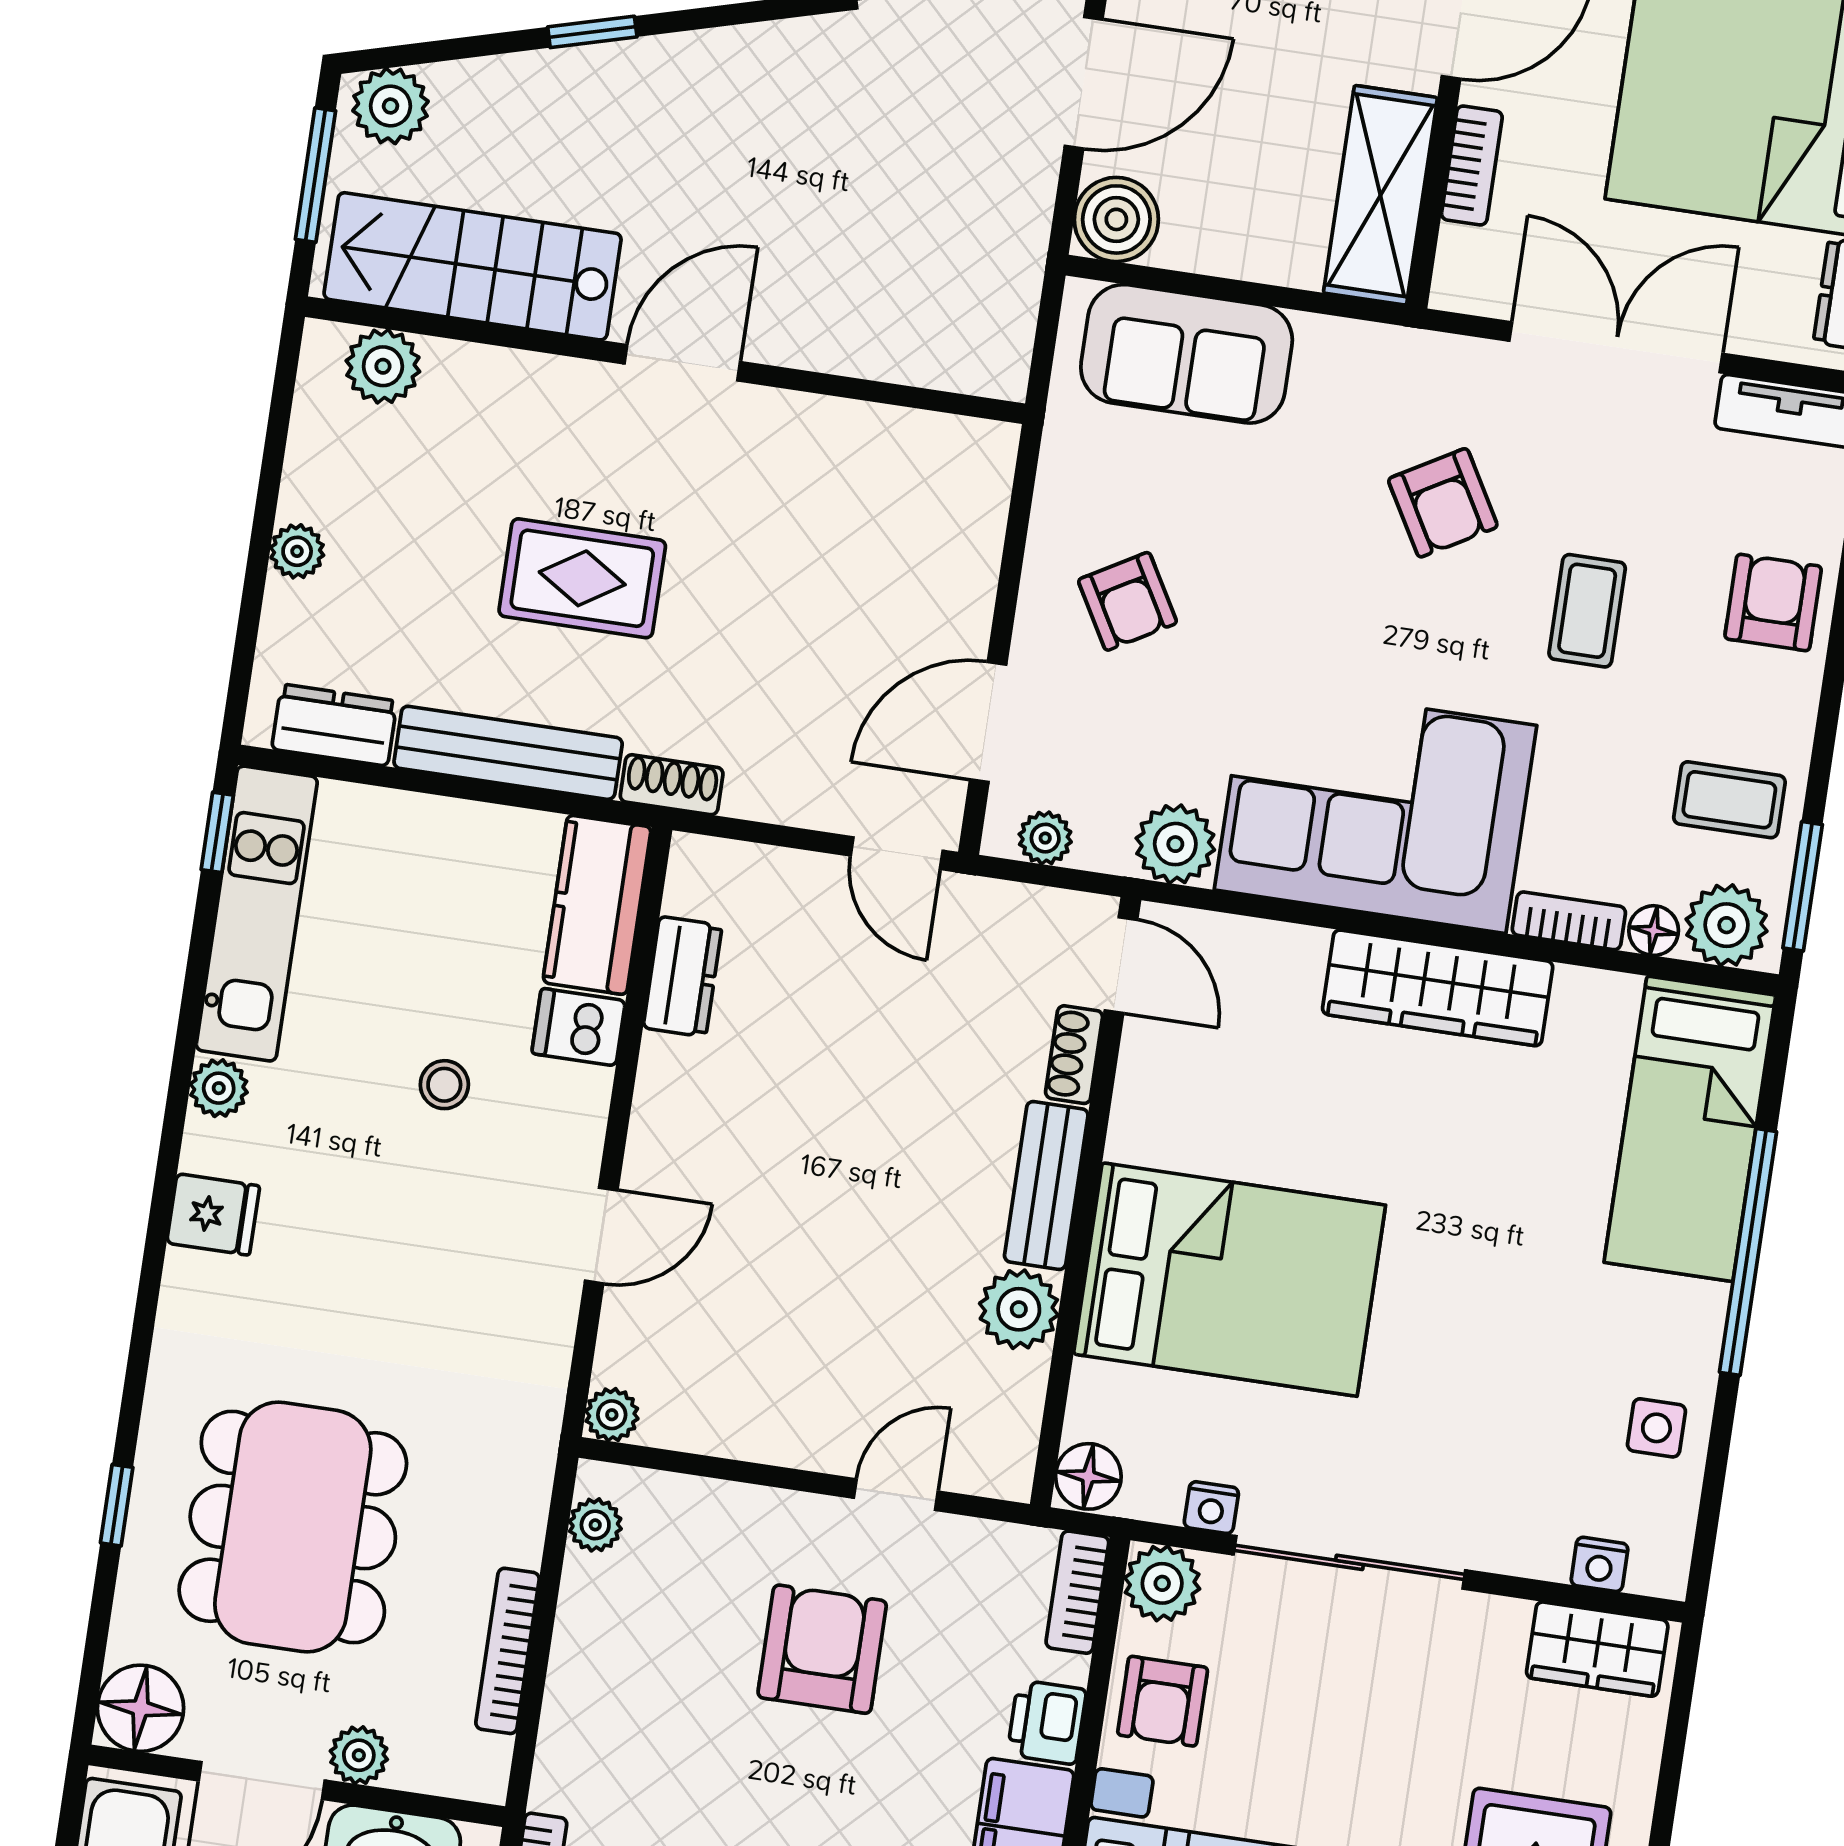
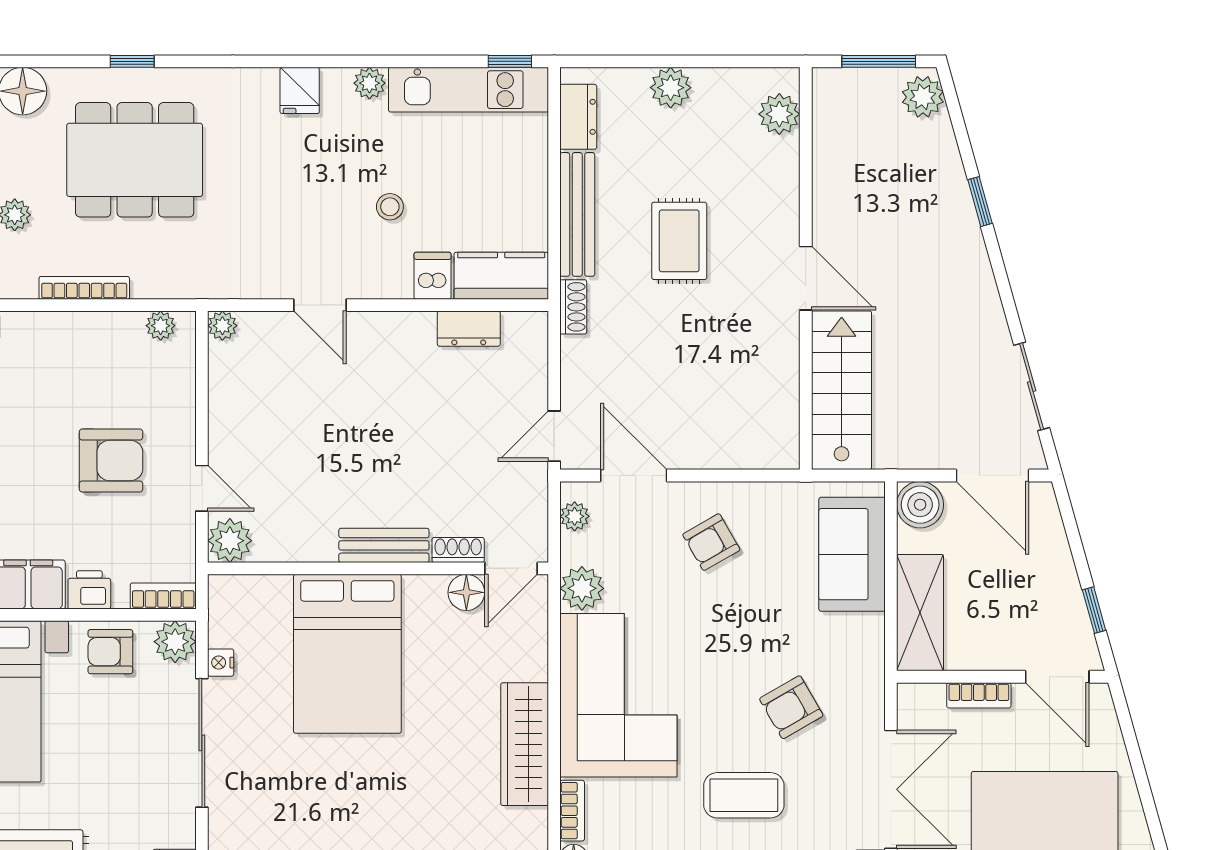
shelving: (1380, 195) -> (920, 613), moved, turned 90
stairs: (473, 266) -> (842, 390), moved
plant: (297, 551) -> (671, 88), width x1.38, depth x1.38
coffee table: (1587, 611) -> (744, 795), width x1.36, depth x1.30
plant: (1019, 1309) -> (230, 541), moved
floor lamp: (1088, 1476) -> (466, 592), moved

